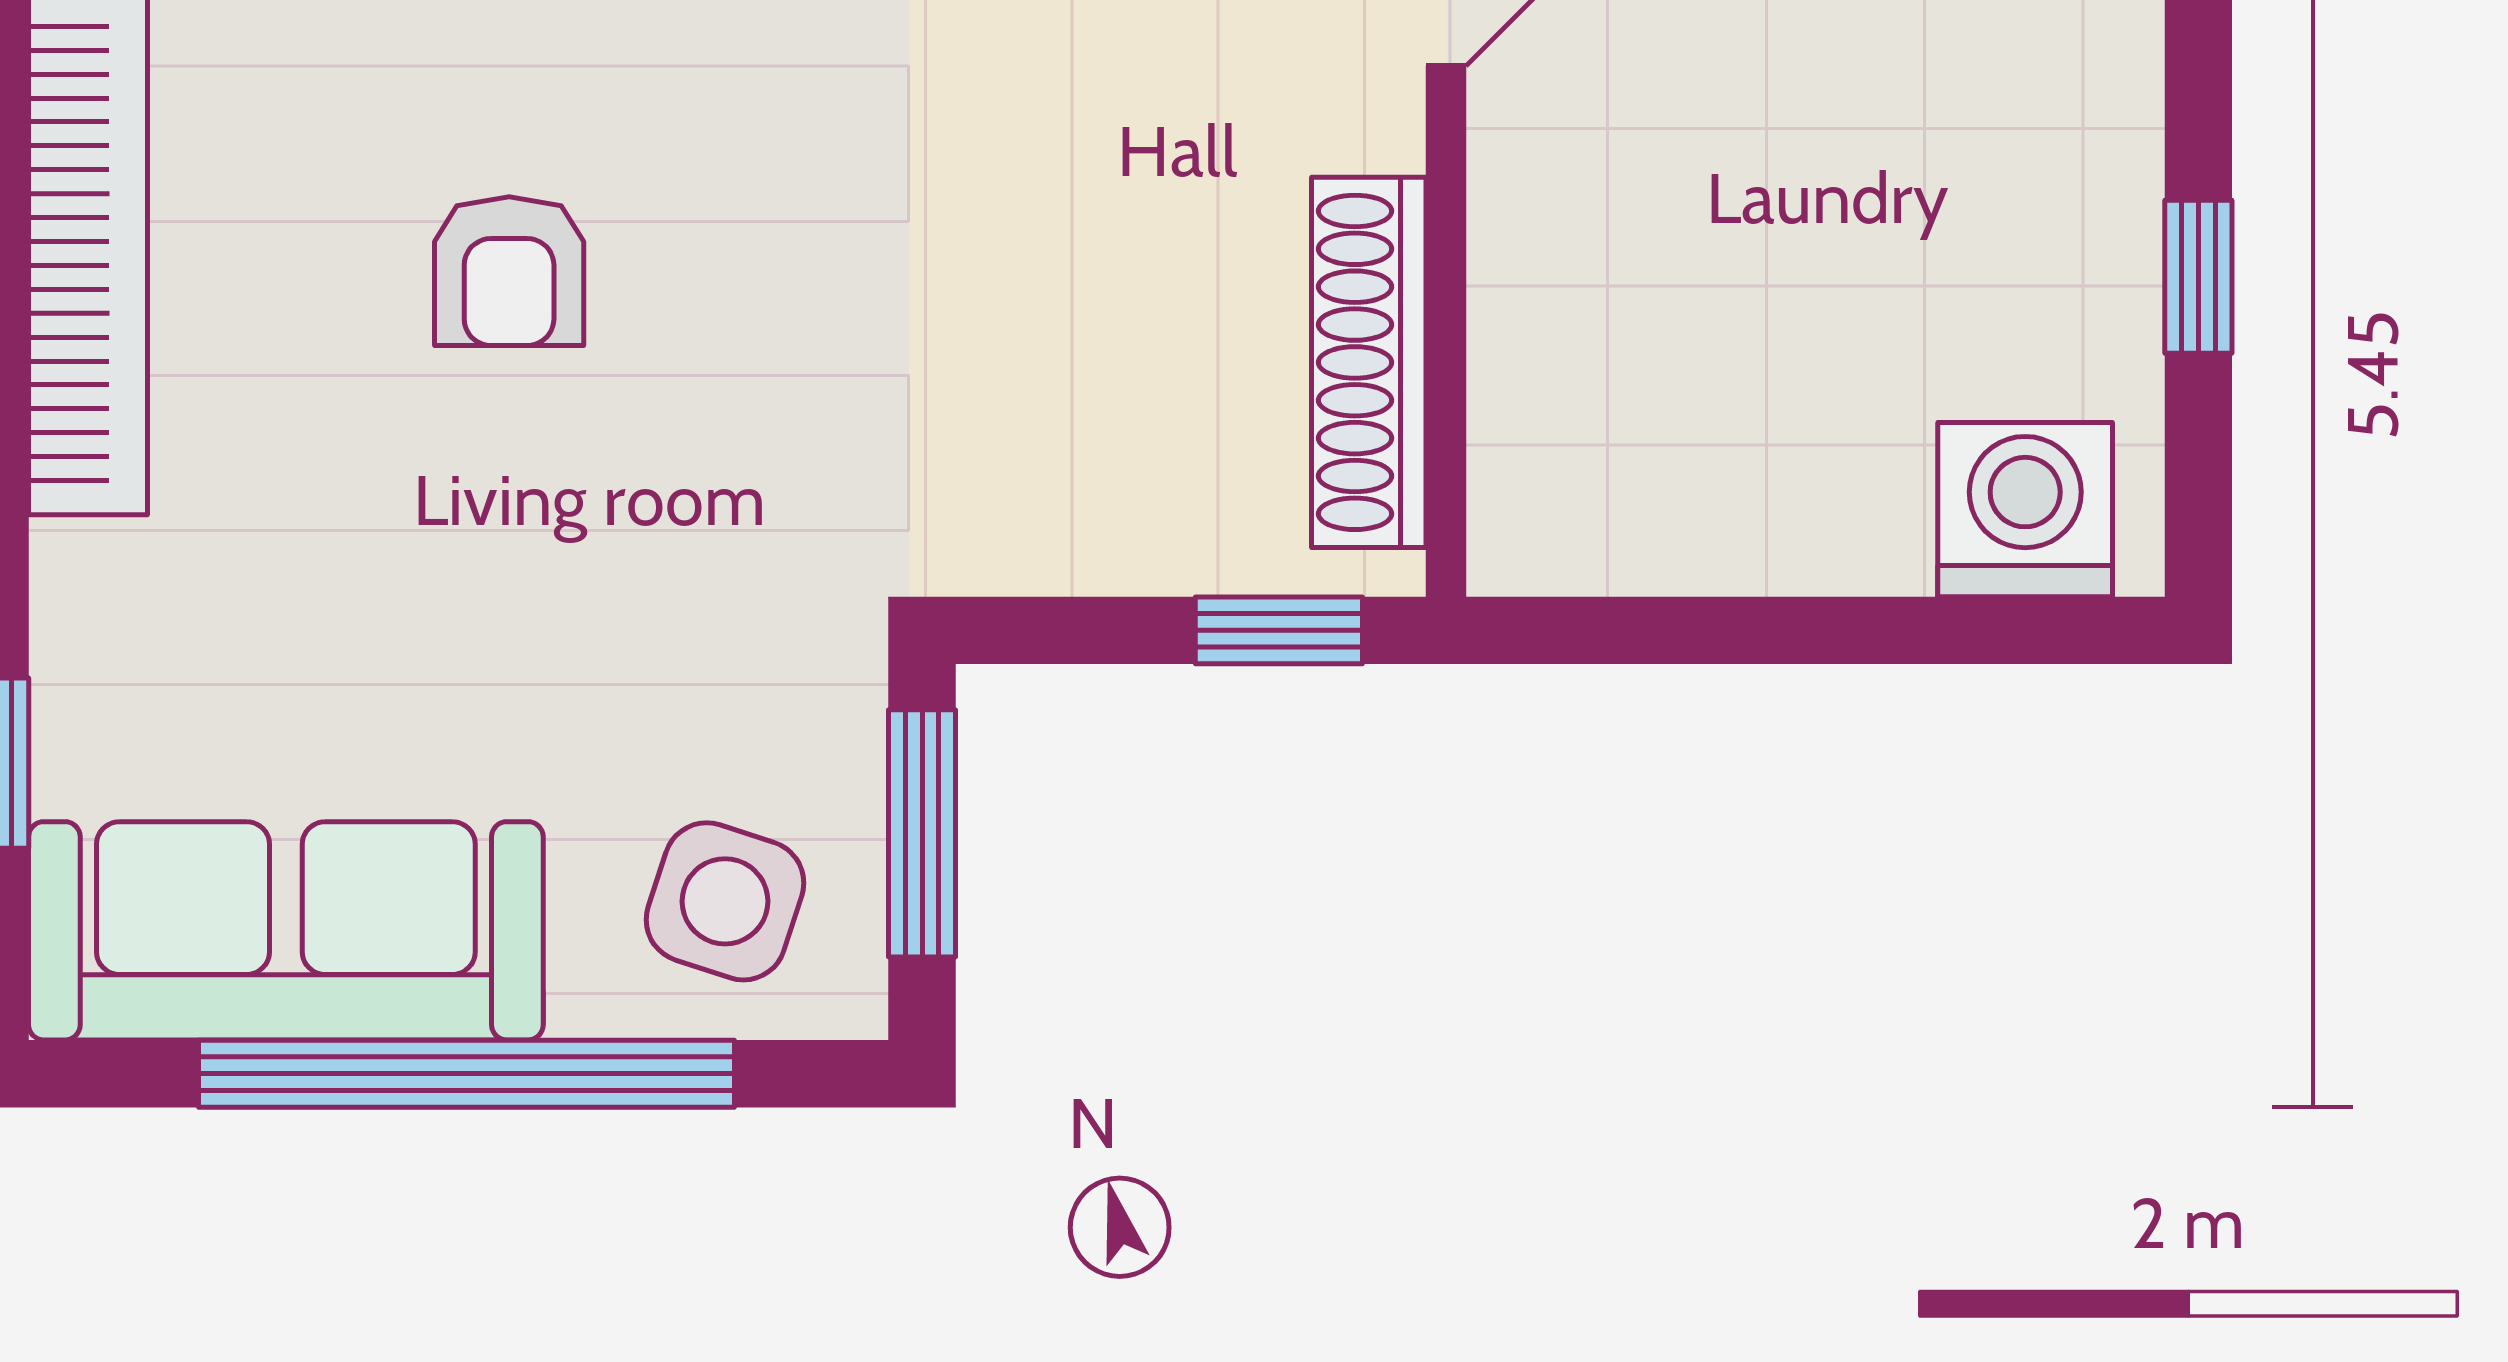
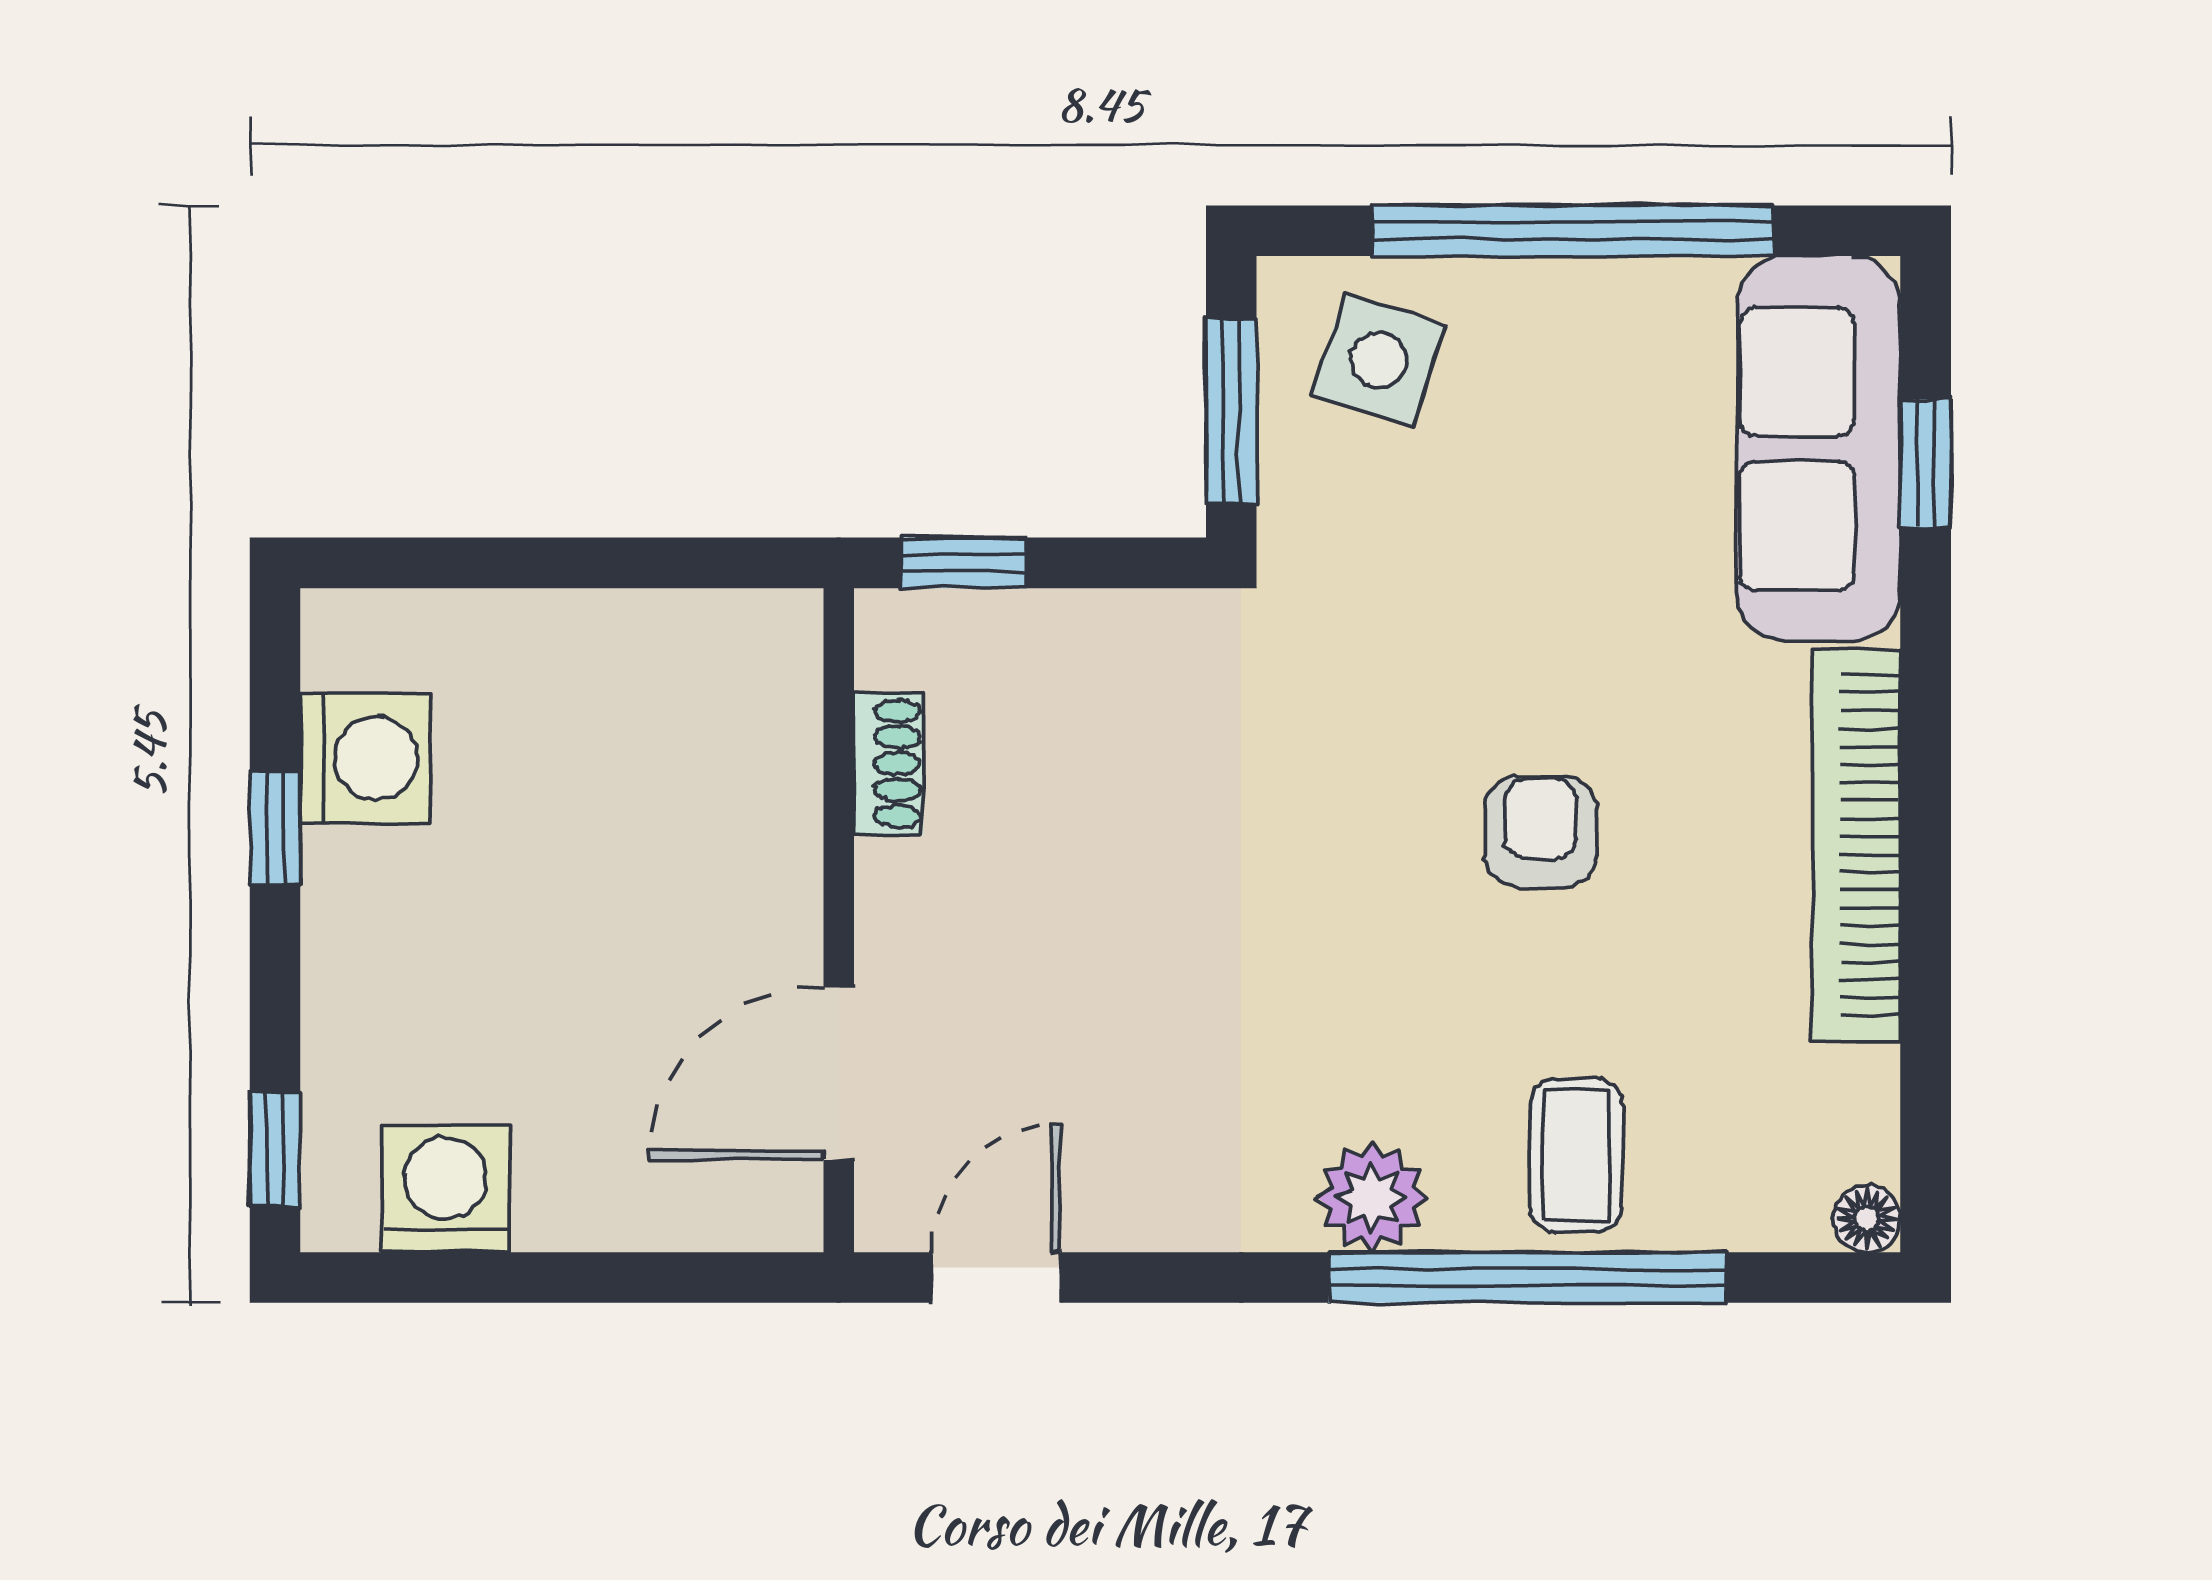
shoe rack: (1369, 362) -> (888, 764), width x0.51, depth x0.81
washing machine: (2025, 510) -> (366, 758), moved, turned -90
sofa: (286, 931) -> (1819, 449), moved, turned 90

